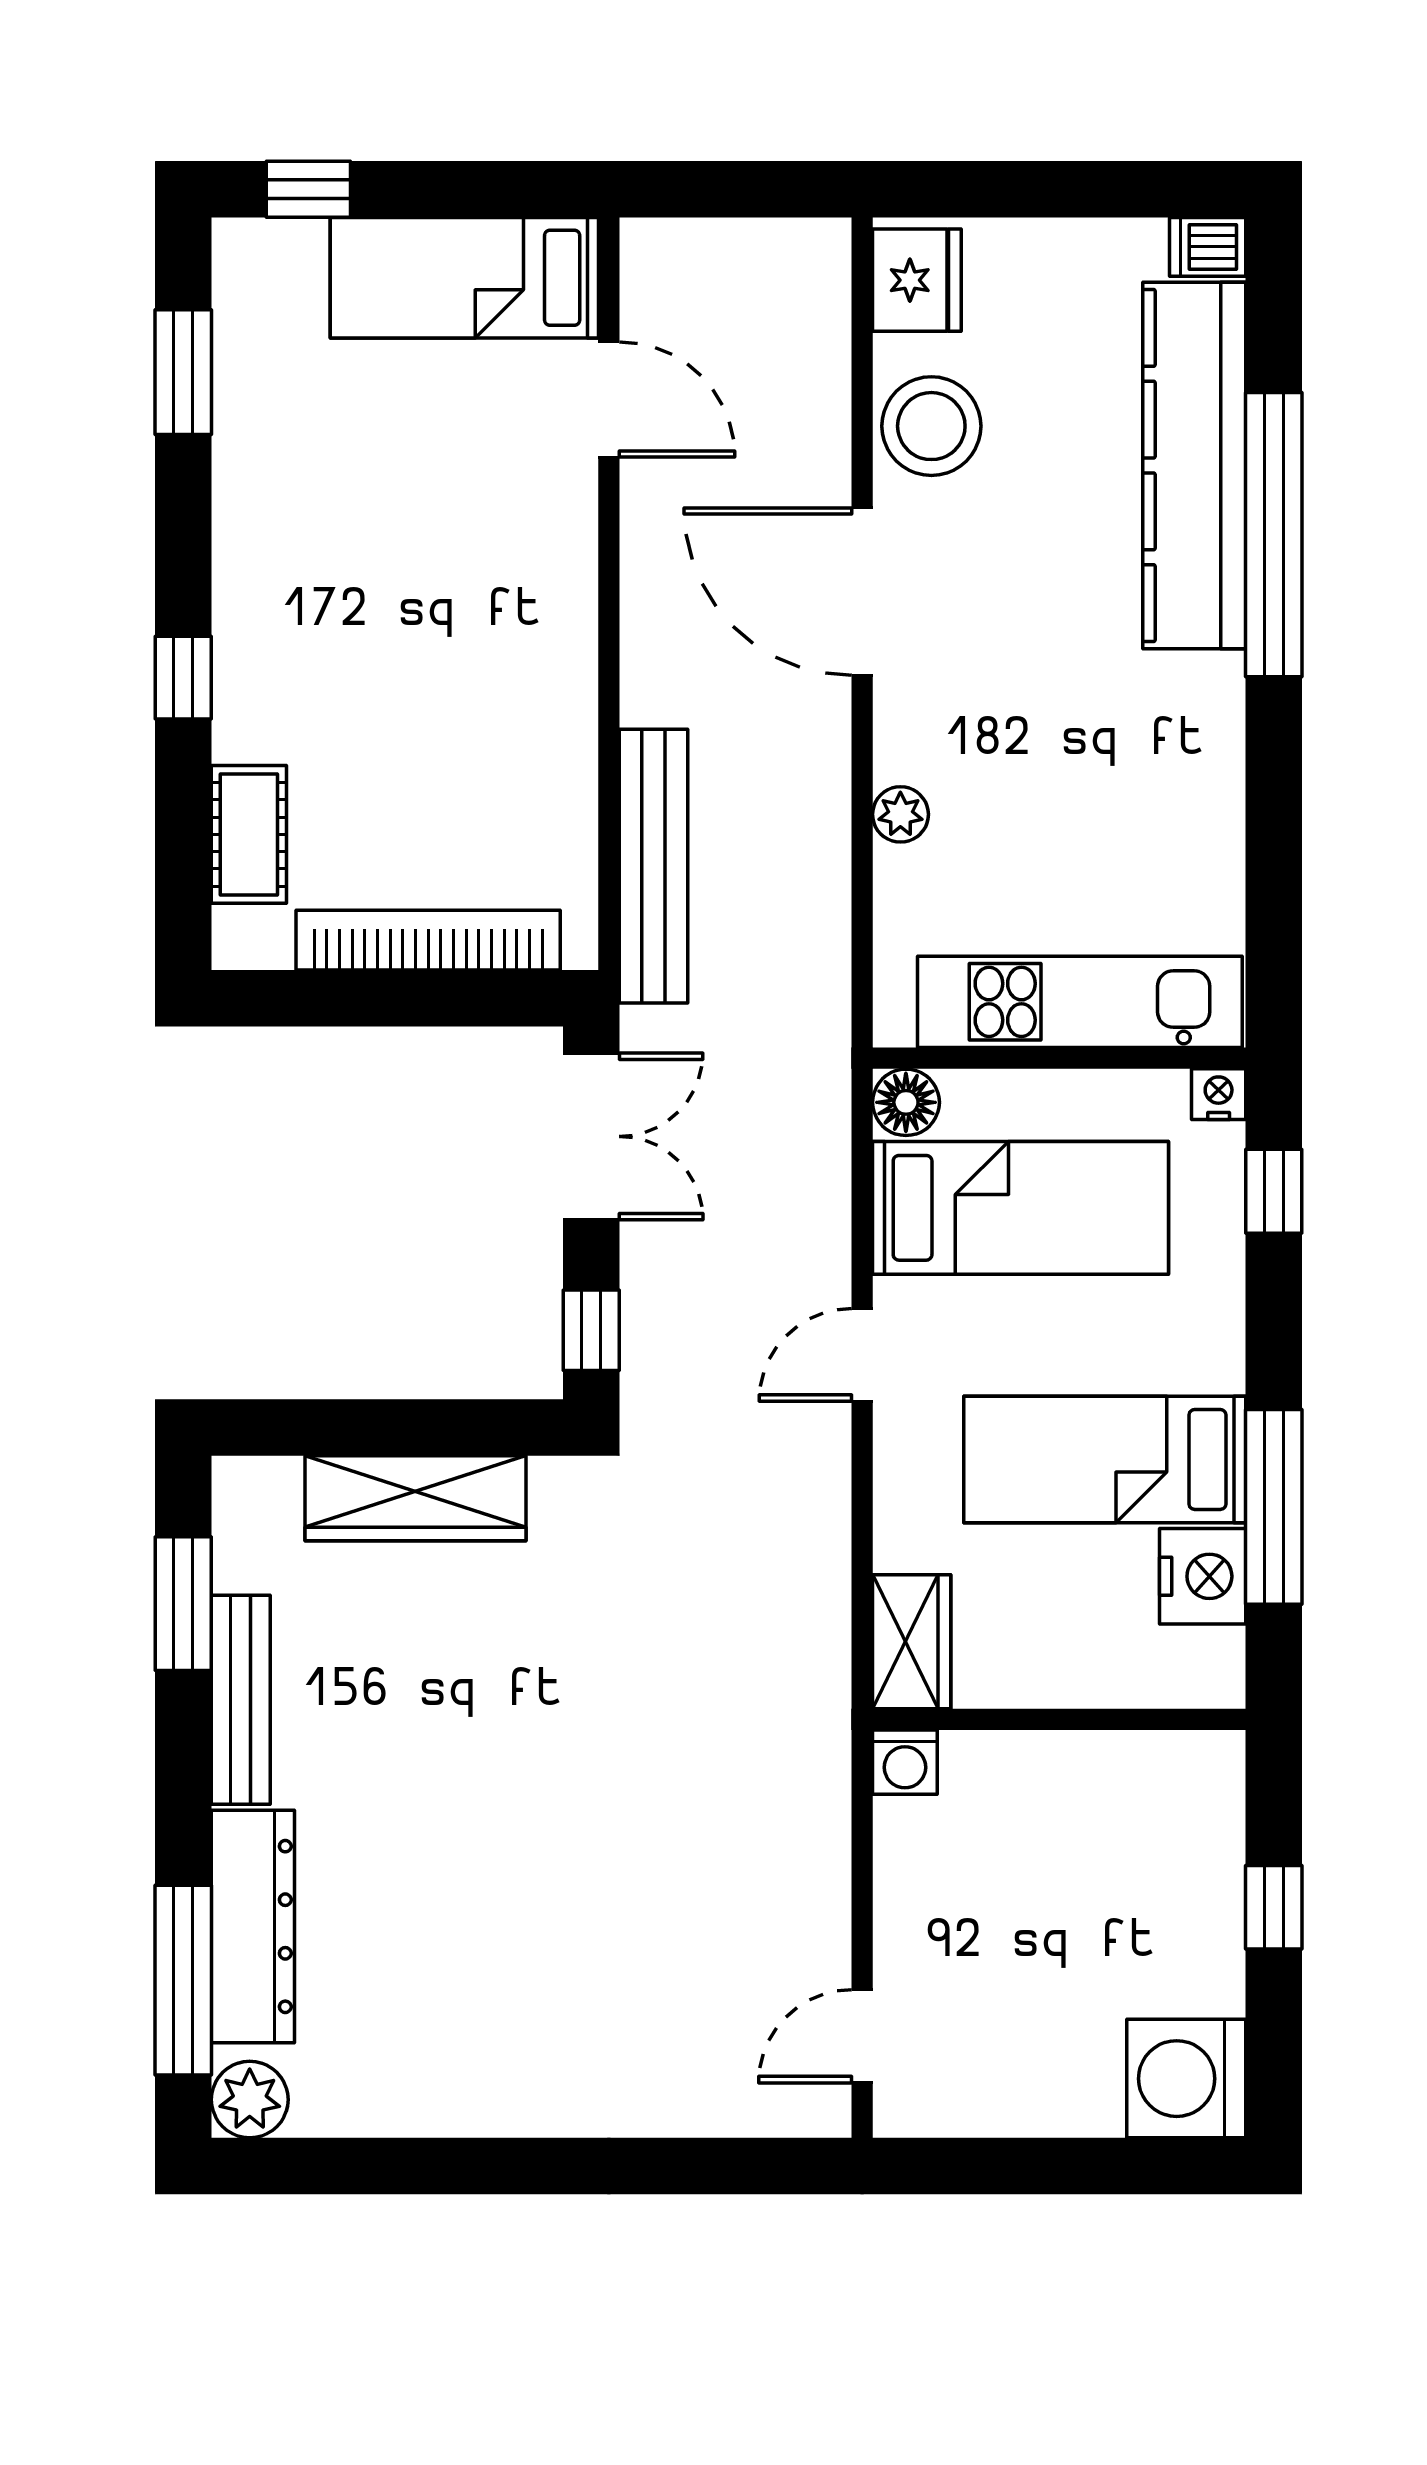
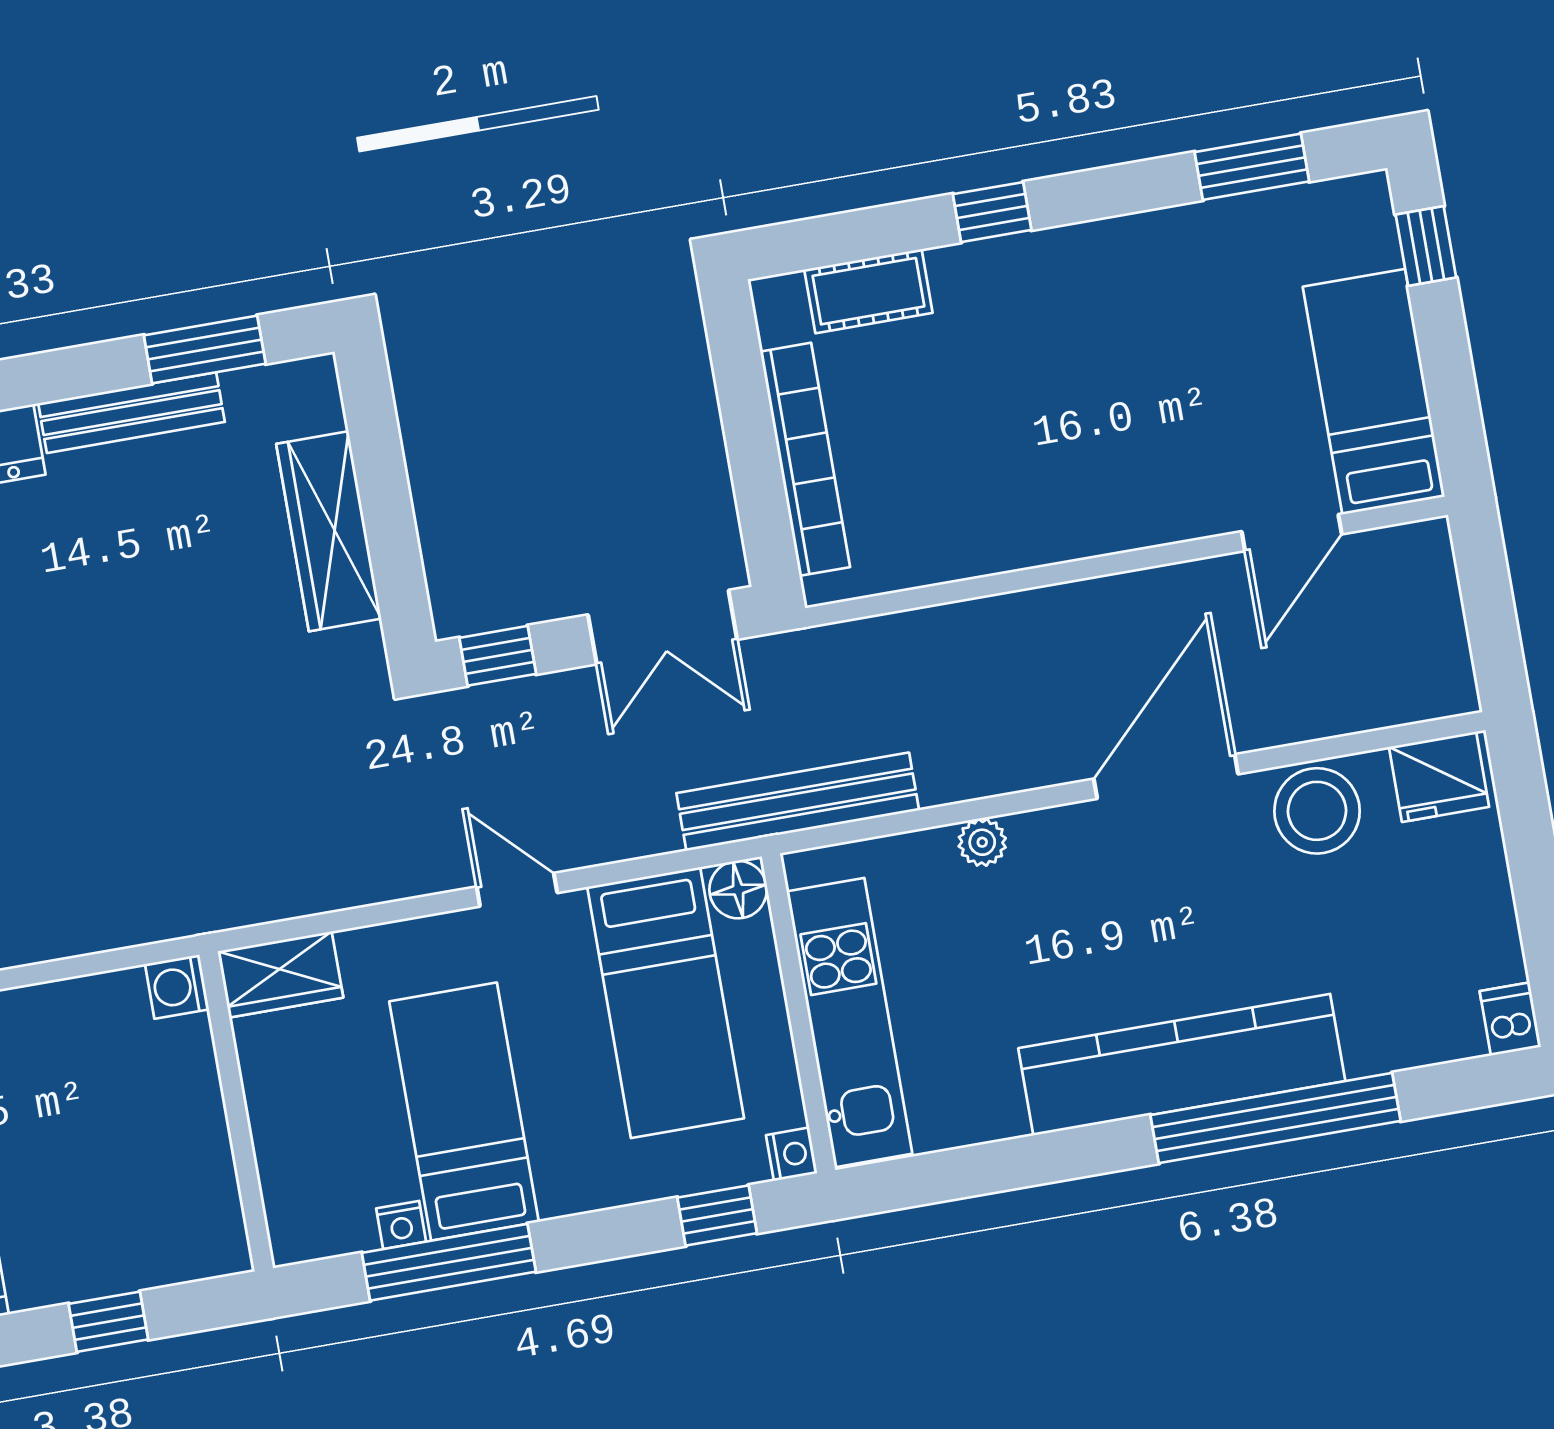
kitchen counter: (1194, 465) -> (1182, 1065), moved
bench: (653, 866) -> (798, 802), moved
nightstand: (1203, 1576) -> (401, 1225), width x0.53, depth x0.56

